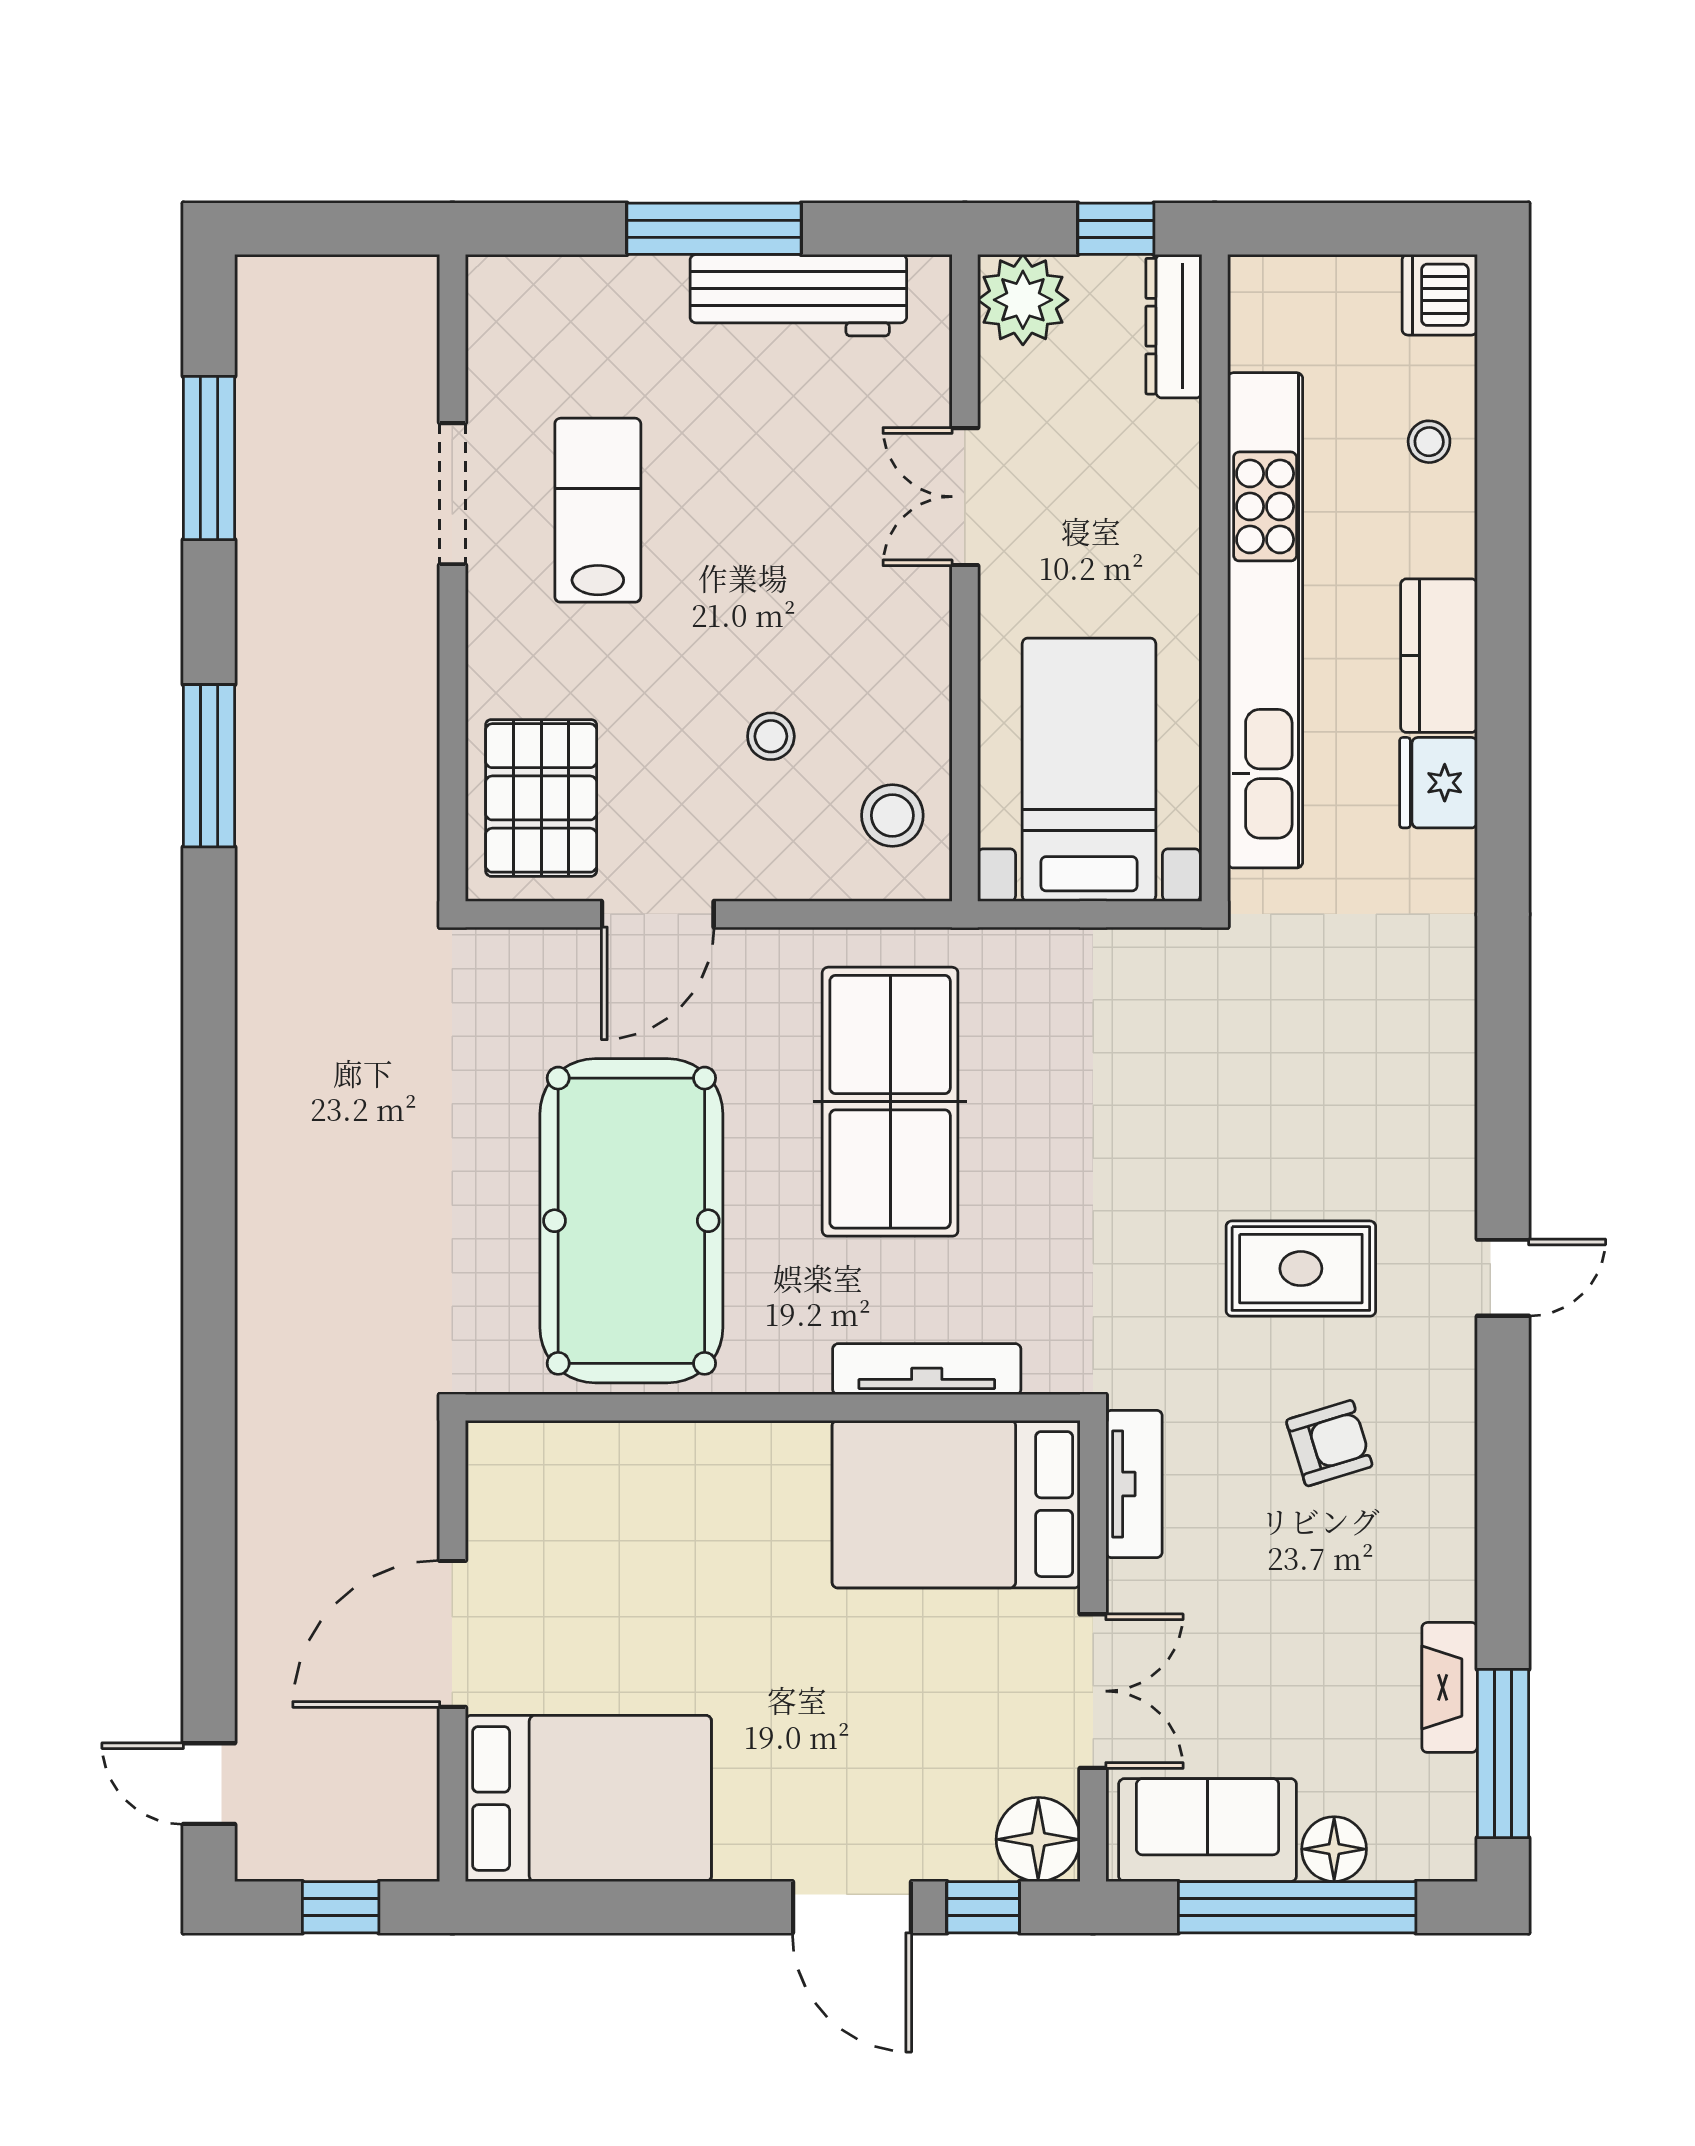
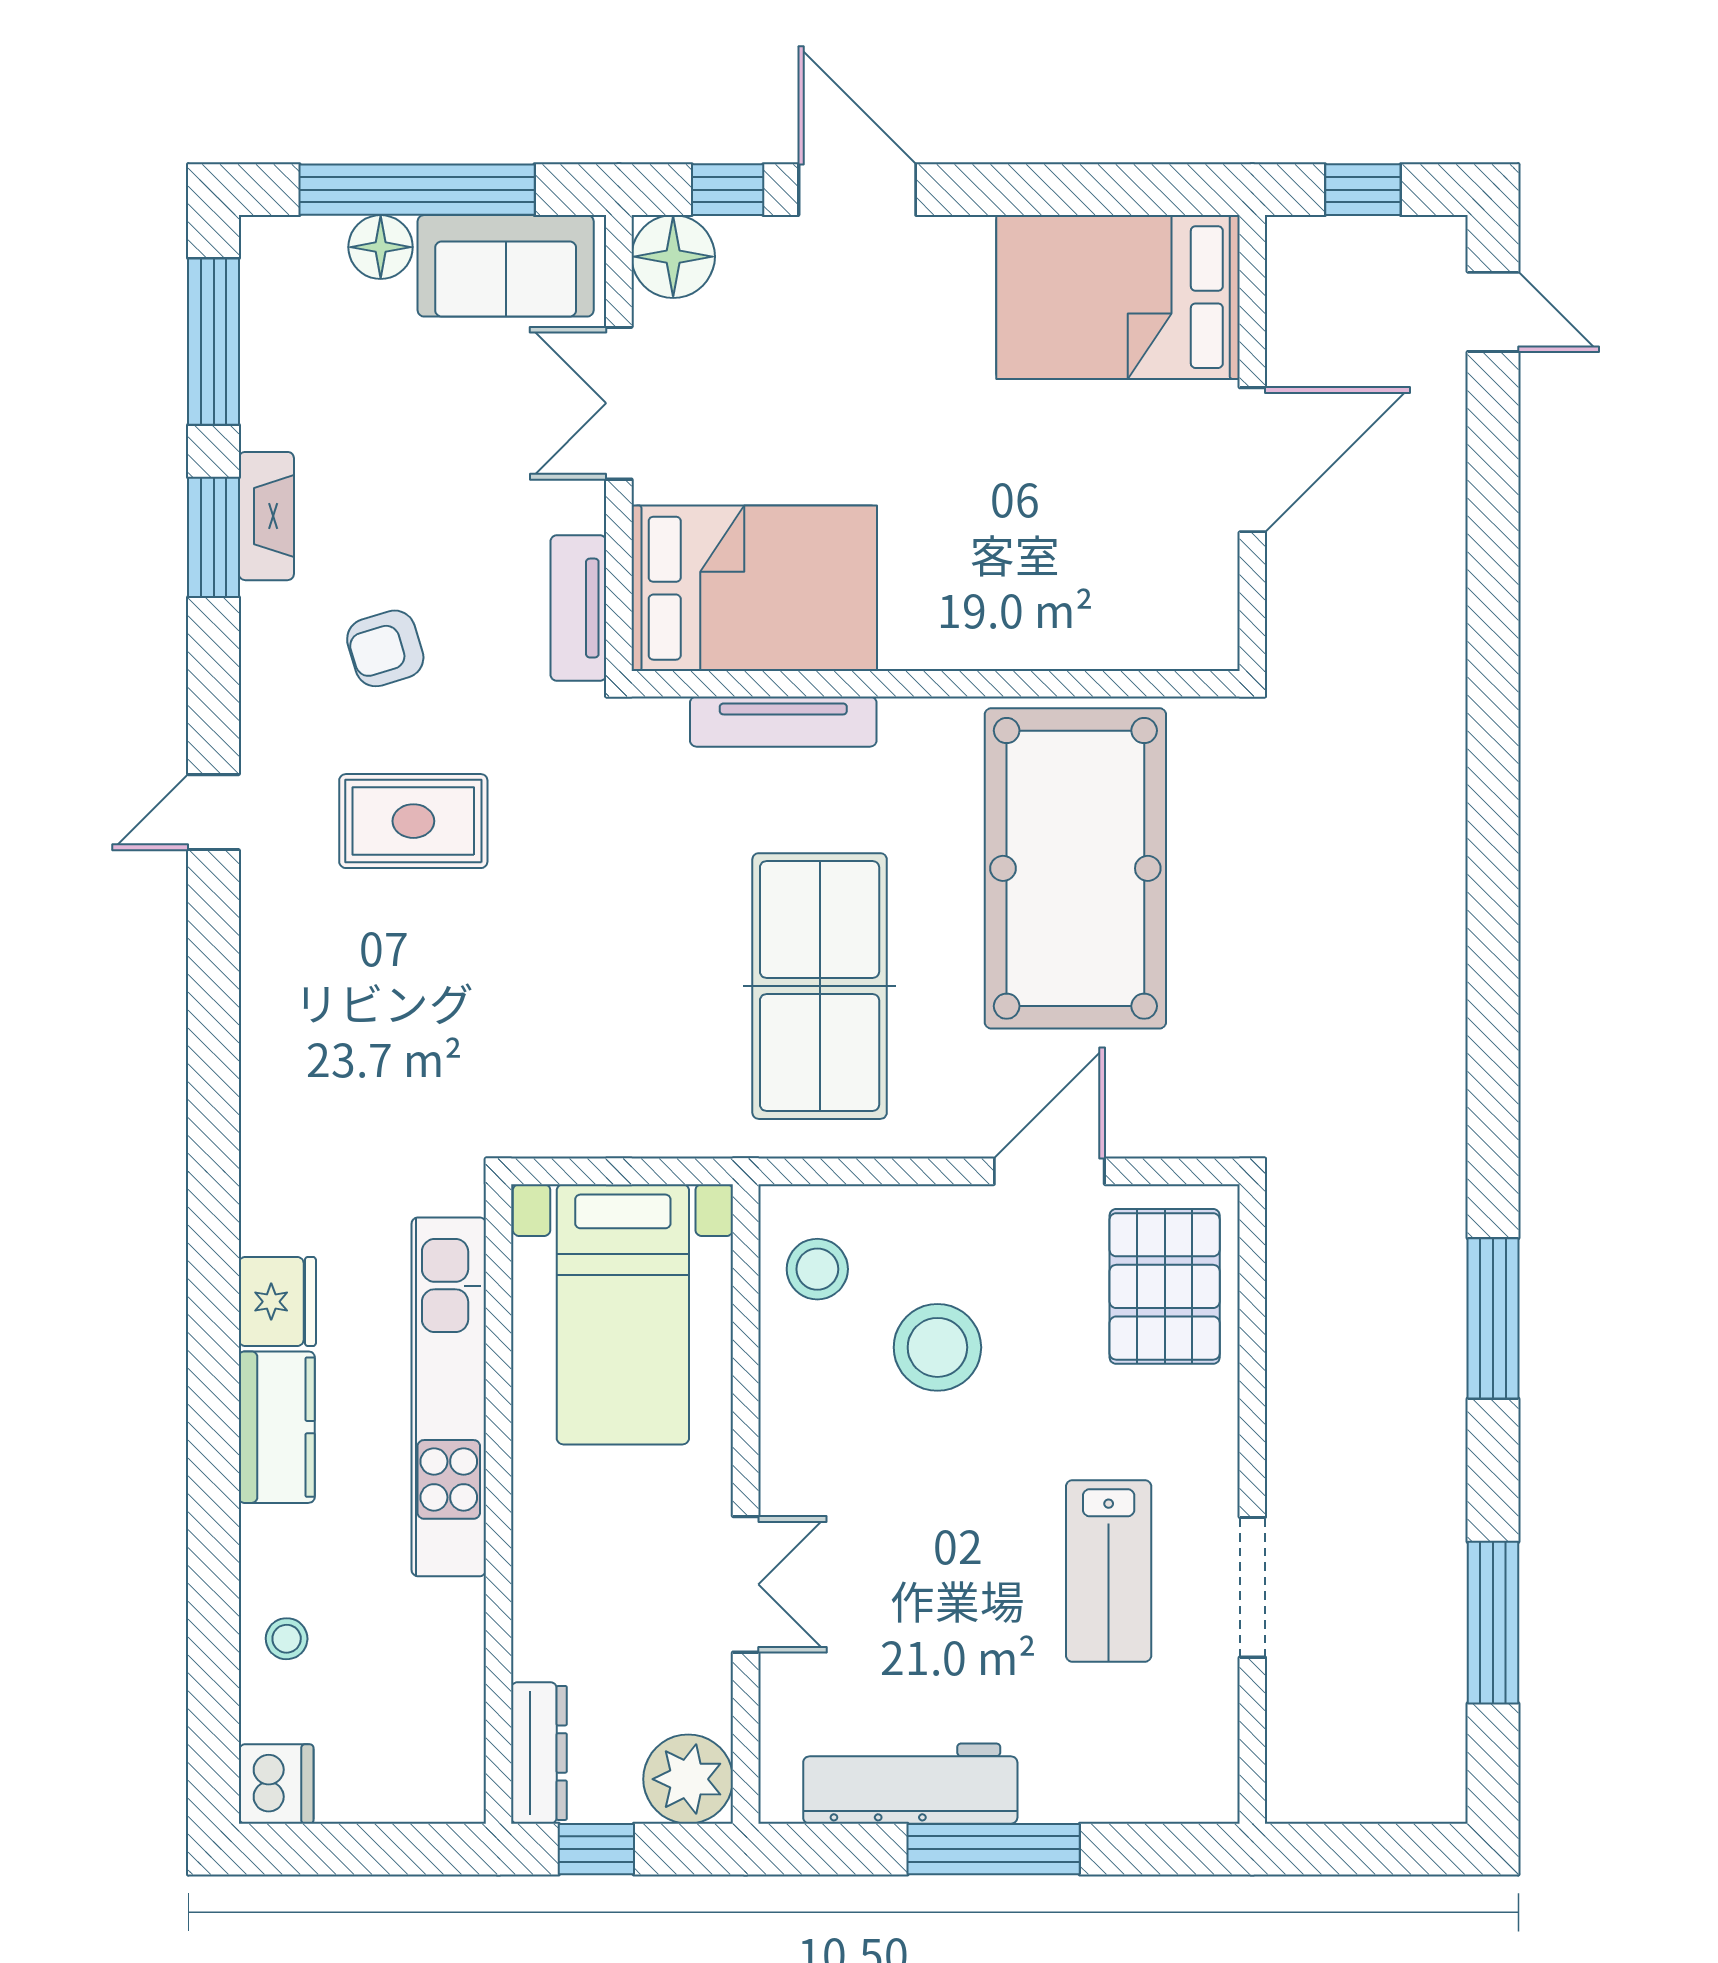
kitchen unit: (1265, 620) -> (449, 1397), width x0.73
stool: (771, 736) -> (937, 1347), width x1.89, depth x1.89
window: (1503, 1555) -> (214, 537), added
fireplace: (1450, 1687) -> (266, 516), moved

